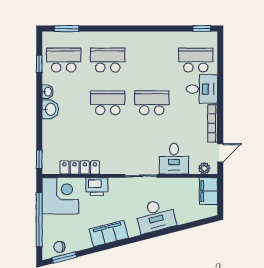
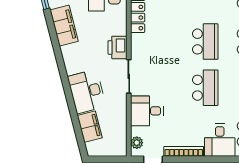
printer: (97, 187) -> (118, 47), moved
filing cabinet: (208, 191) -> (90, 127), moved, turned 76
filing cabinet: (109, 233) -> (64, 26), moved

